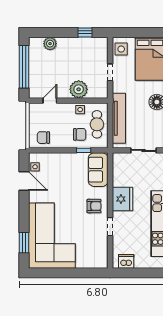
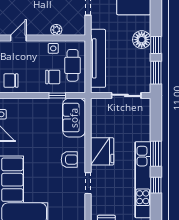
plant: (79, 89) -> (56, 30), width x0.53, depth x0.53

